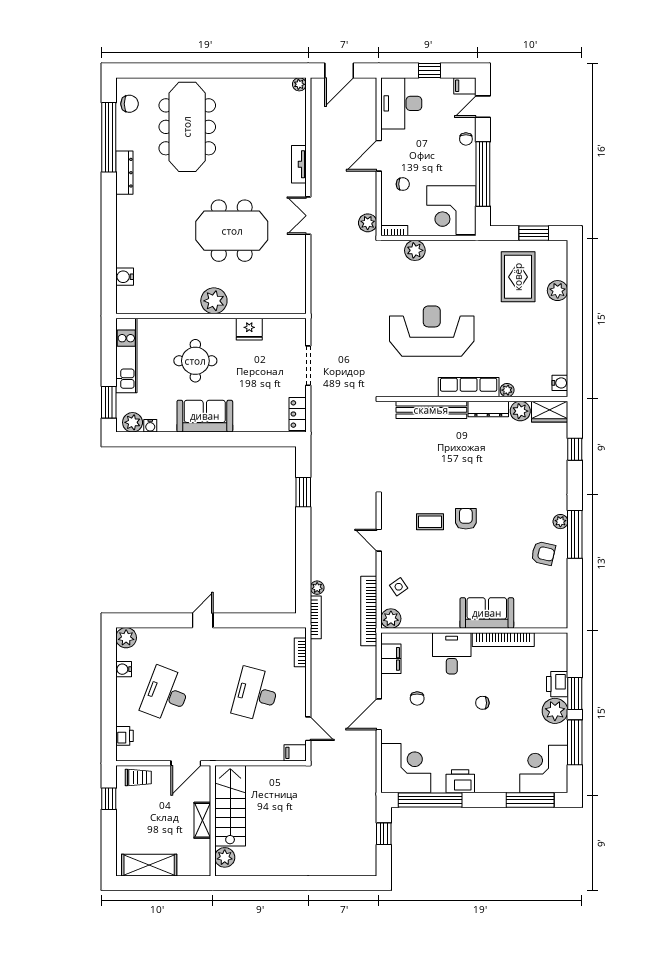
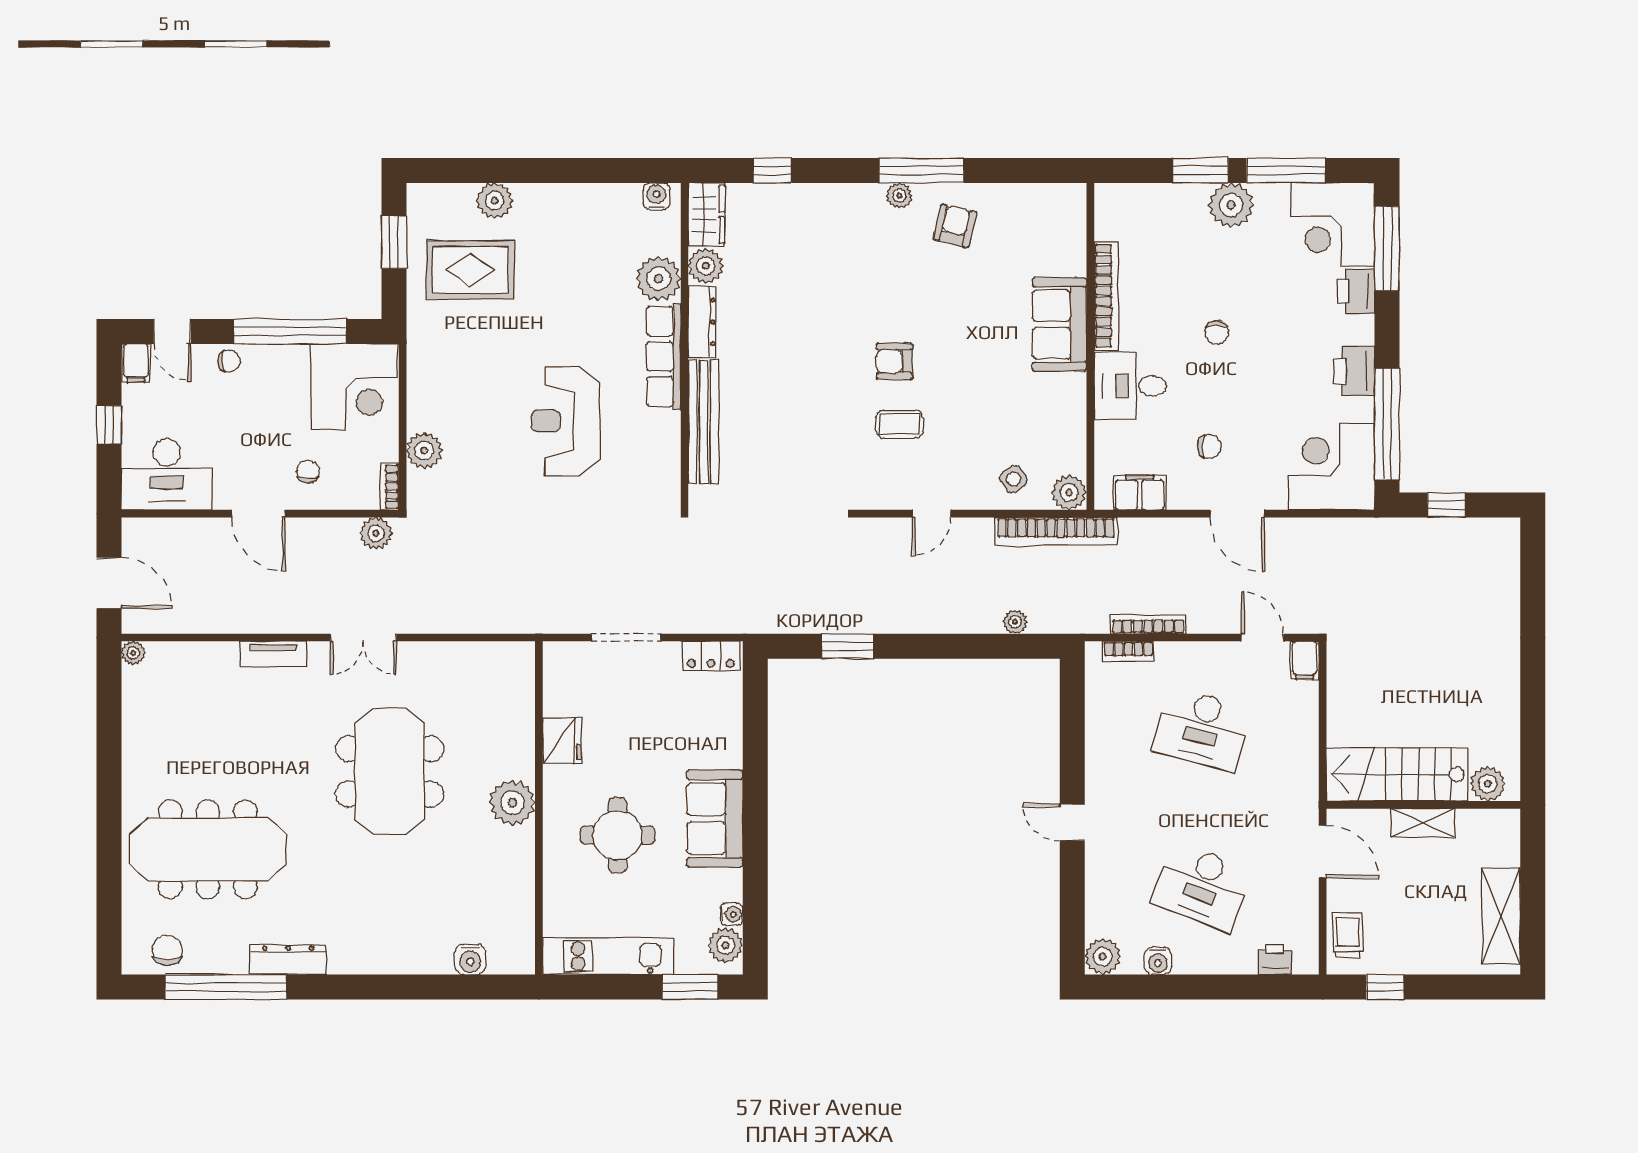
reception desk: (432, 331) -> (566, 421), width x0.74, depth x0.77
plant: (507, 390) -> (658, 279), width x1.87, depth x1.87
coffee table: (430, 522) -> (900, 424), turned 90
bookcase: (316, 617) -> (1148, 624), moved
printer: (557, 684) -> (1356, 291), moved, turned 90
door: (308, 729) -> (1262, 638), hinge flipped

